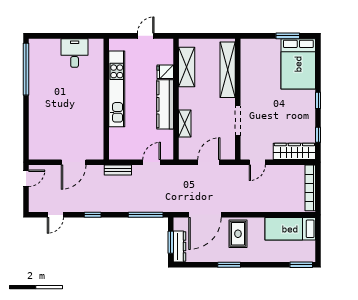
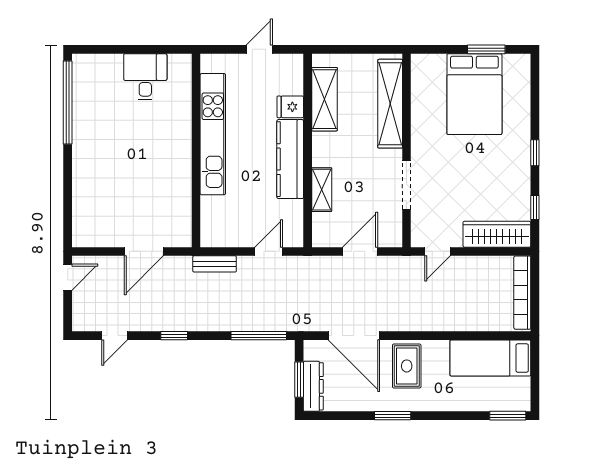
bed: (298, 64) -> (474, 94), moved
door: (205, 215) -> (354, 336), hinge flipped

